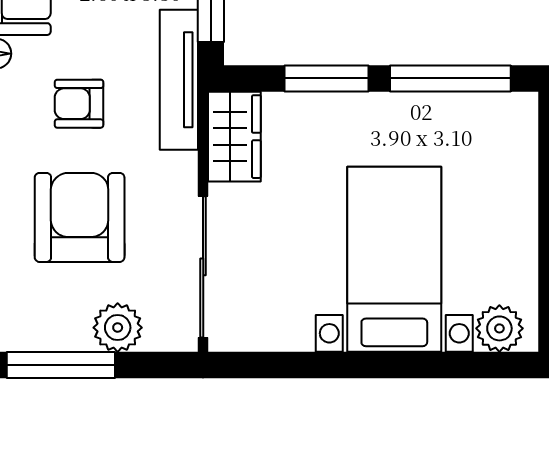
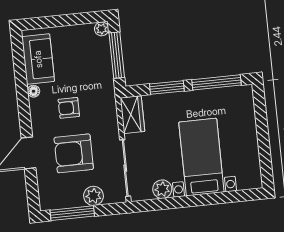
tv unit: (179, 80) -> (108, 94), removed
armchair: (80, 217) -> (74, 153), turned -90
plant: (499, 328) -> (162, 189), moved

